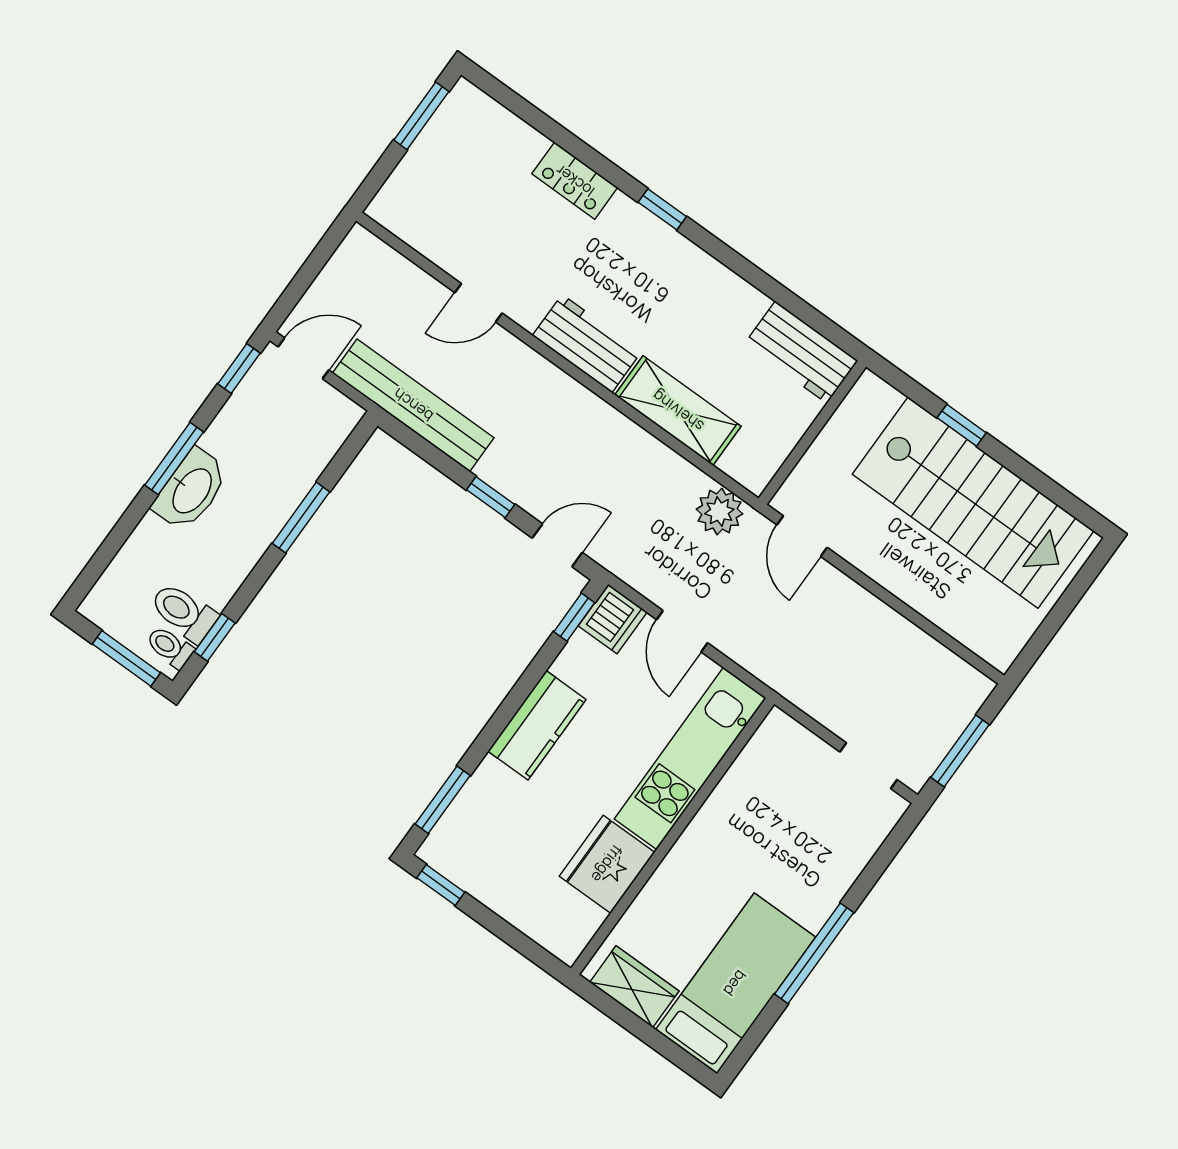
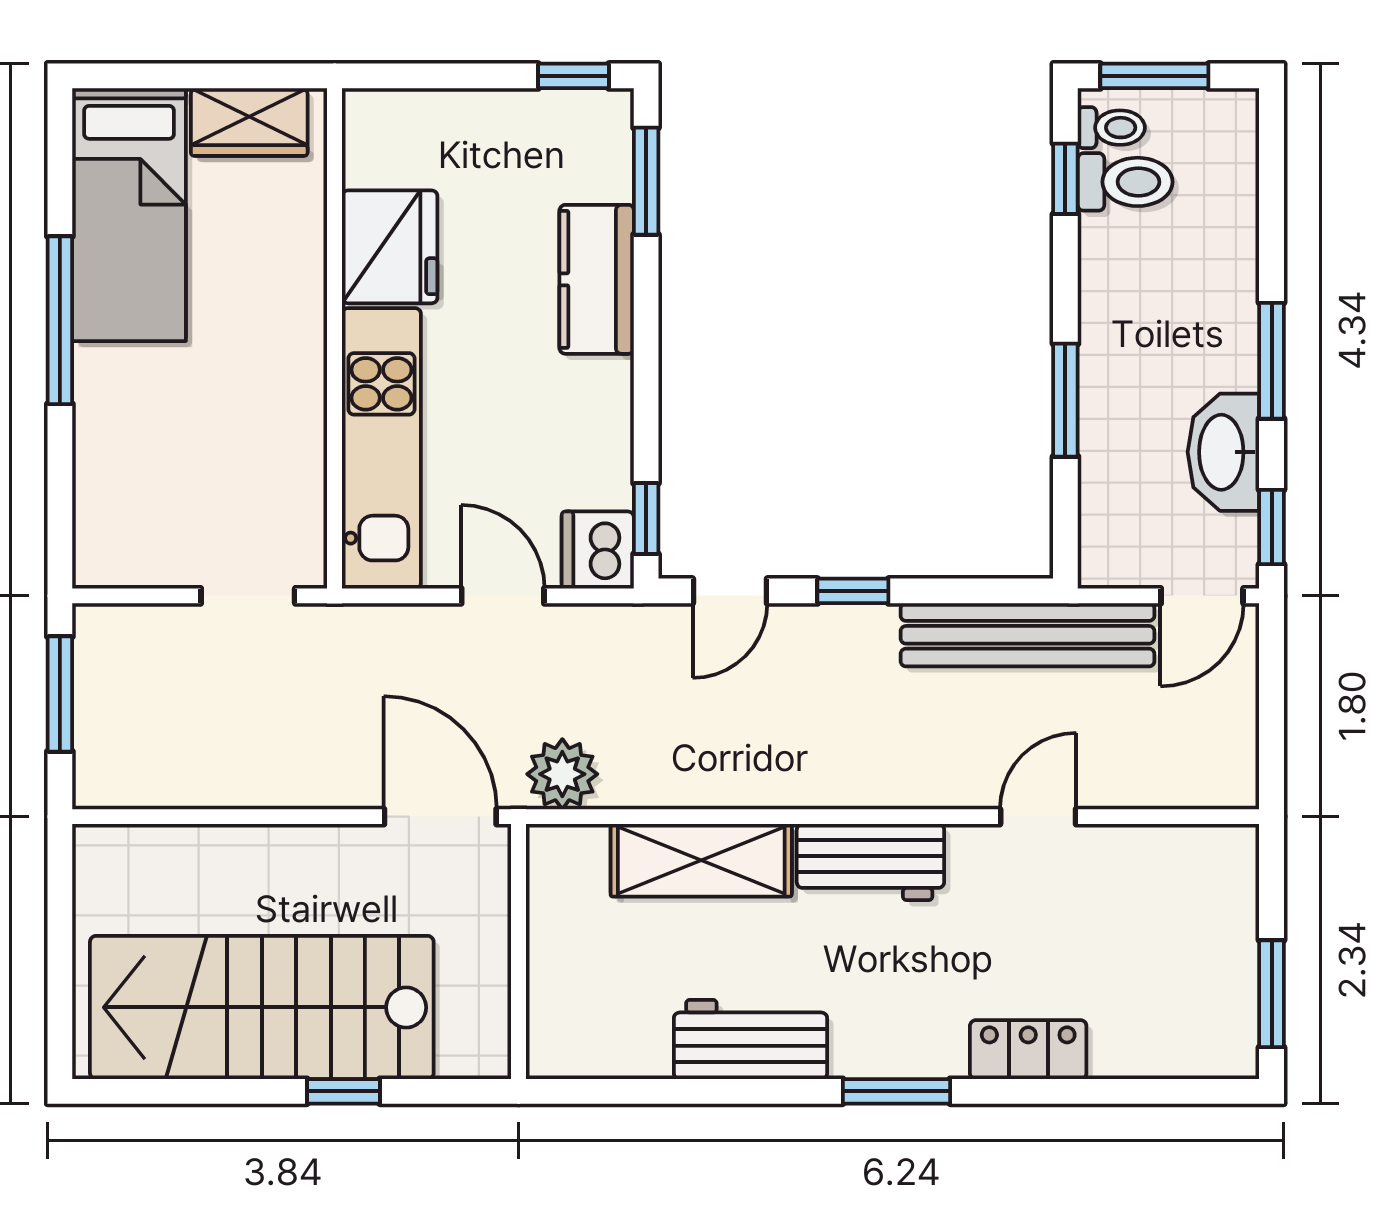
window: (662, 209) -> (896, 1091), width x1.50
workbench: (801, 352) -> (750, 1039), moved
washbasin: (191, 490) -> (1223, 452), moved
door: (802, 536) -> (440, 817), width x1.38
kitchen counter: (537, 725) -> (597, 279), moved
doorway: (869, 766) -> (248, 596), moved

